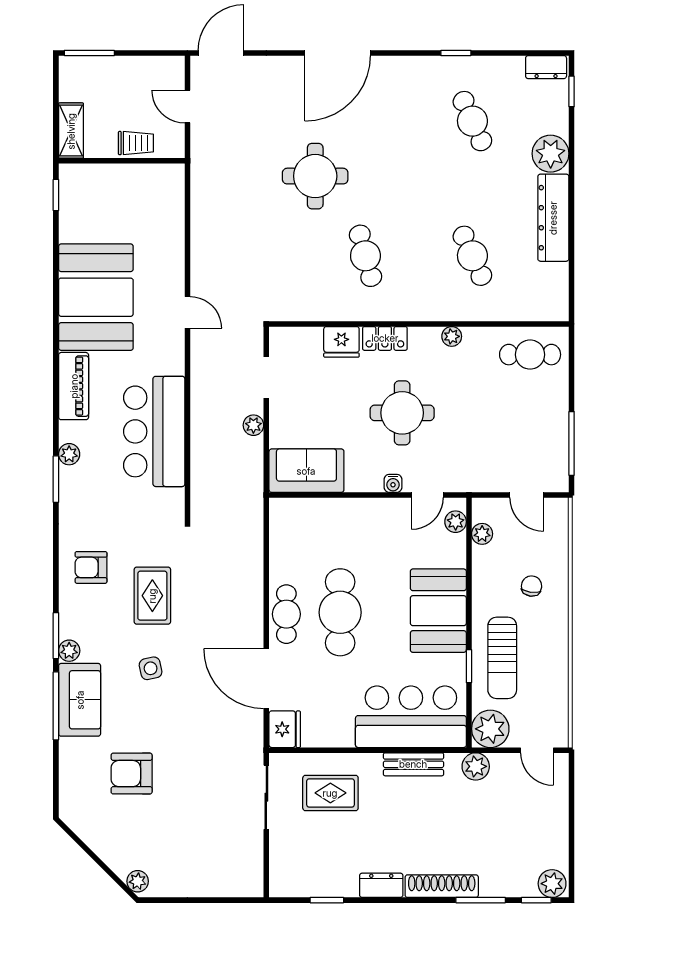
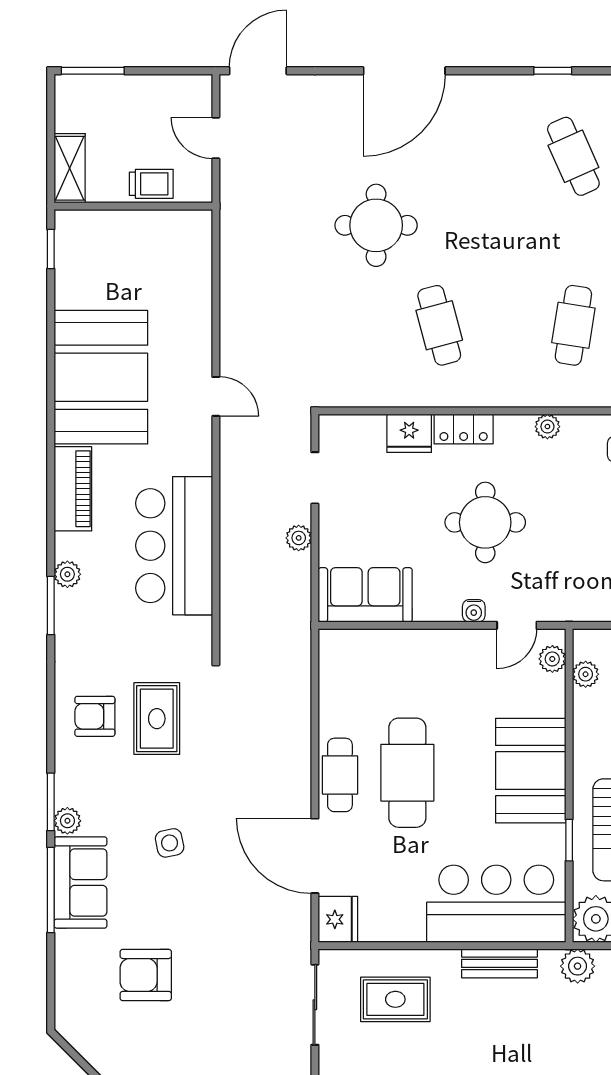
cafe table: (472, 256) -> (573, 325), turned 33
rug: (152, 596) -> (157, 719), moved

